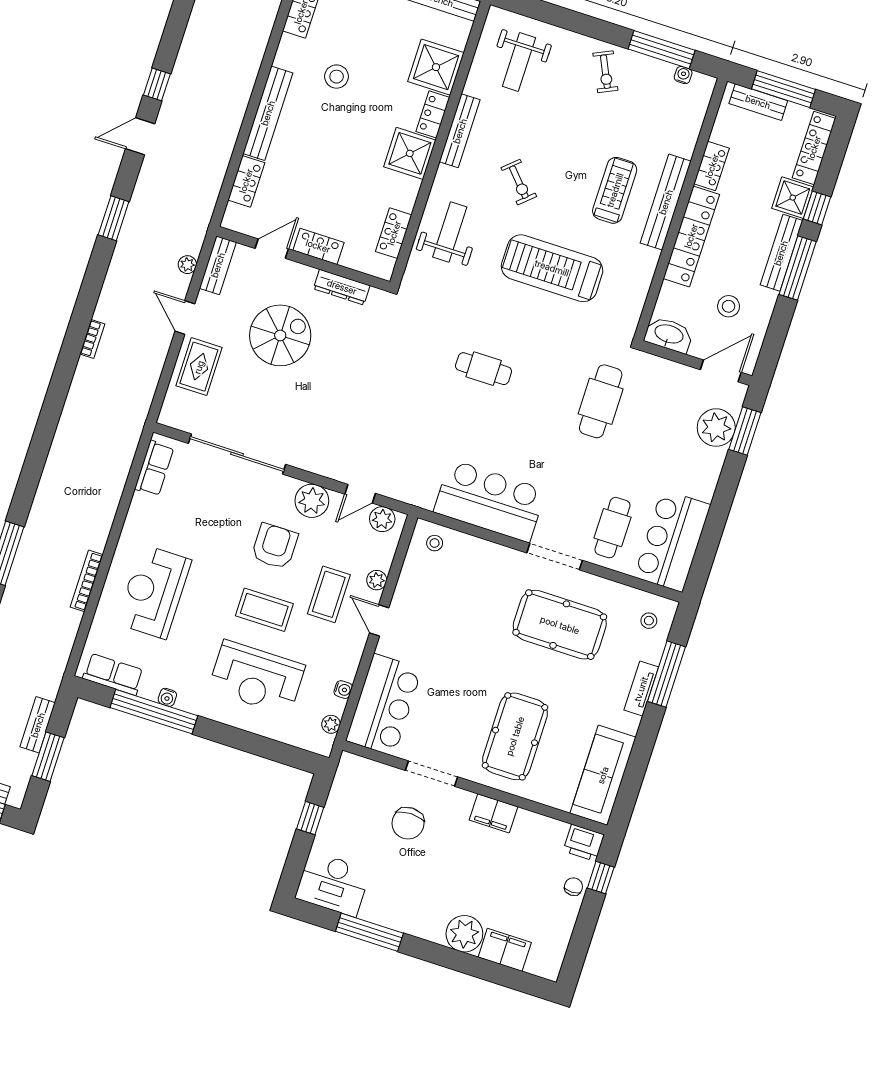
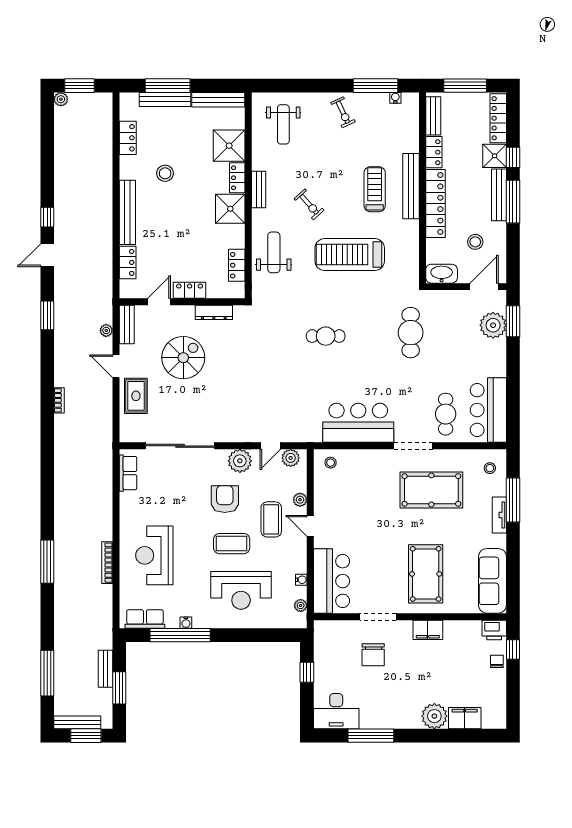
bench: (758, 102) -> (433, 116), moved, turned 90
bench: (460, 131) -> (259, 190), width x0.73

